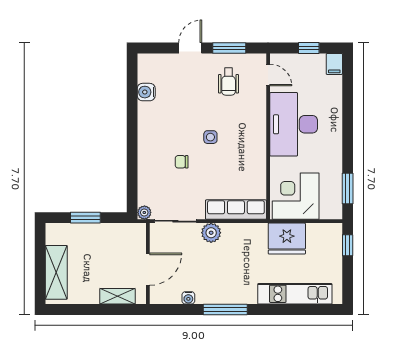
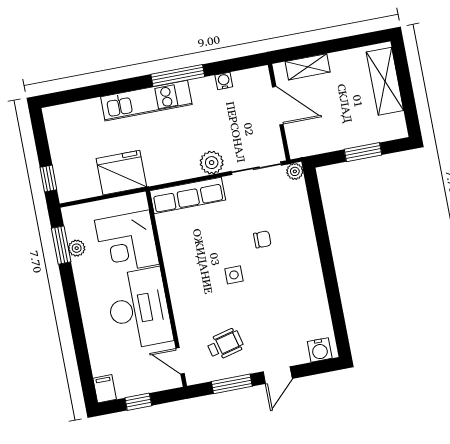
wheelchair: (229, 82) -> (225, 344), turned 76
water cooler: (146, 92) -> (320, 350), moved, turned 90
plant: (335, 184) -> (77, 248), added
corner desk: (296, 196) -> (127, 242), moved, turned 90
door: (148, 269) -> (278, 106), swing flipped
kitchen unit: (295, 294) -> (146, 101), moved

